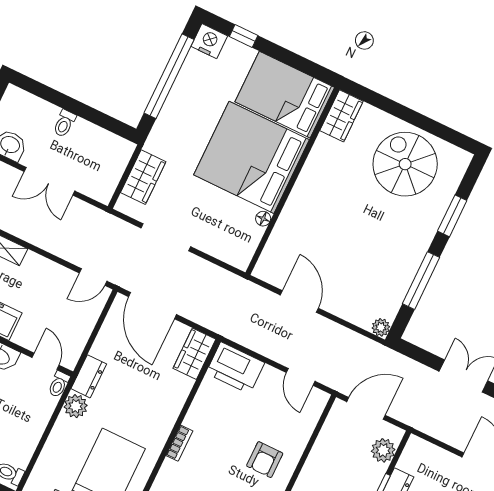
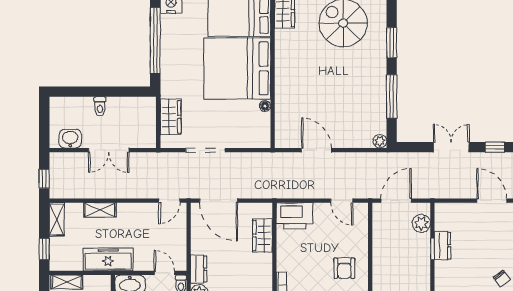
wardrobe: (194, 354) -> (263, 236), moved

